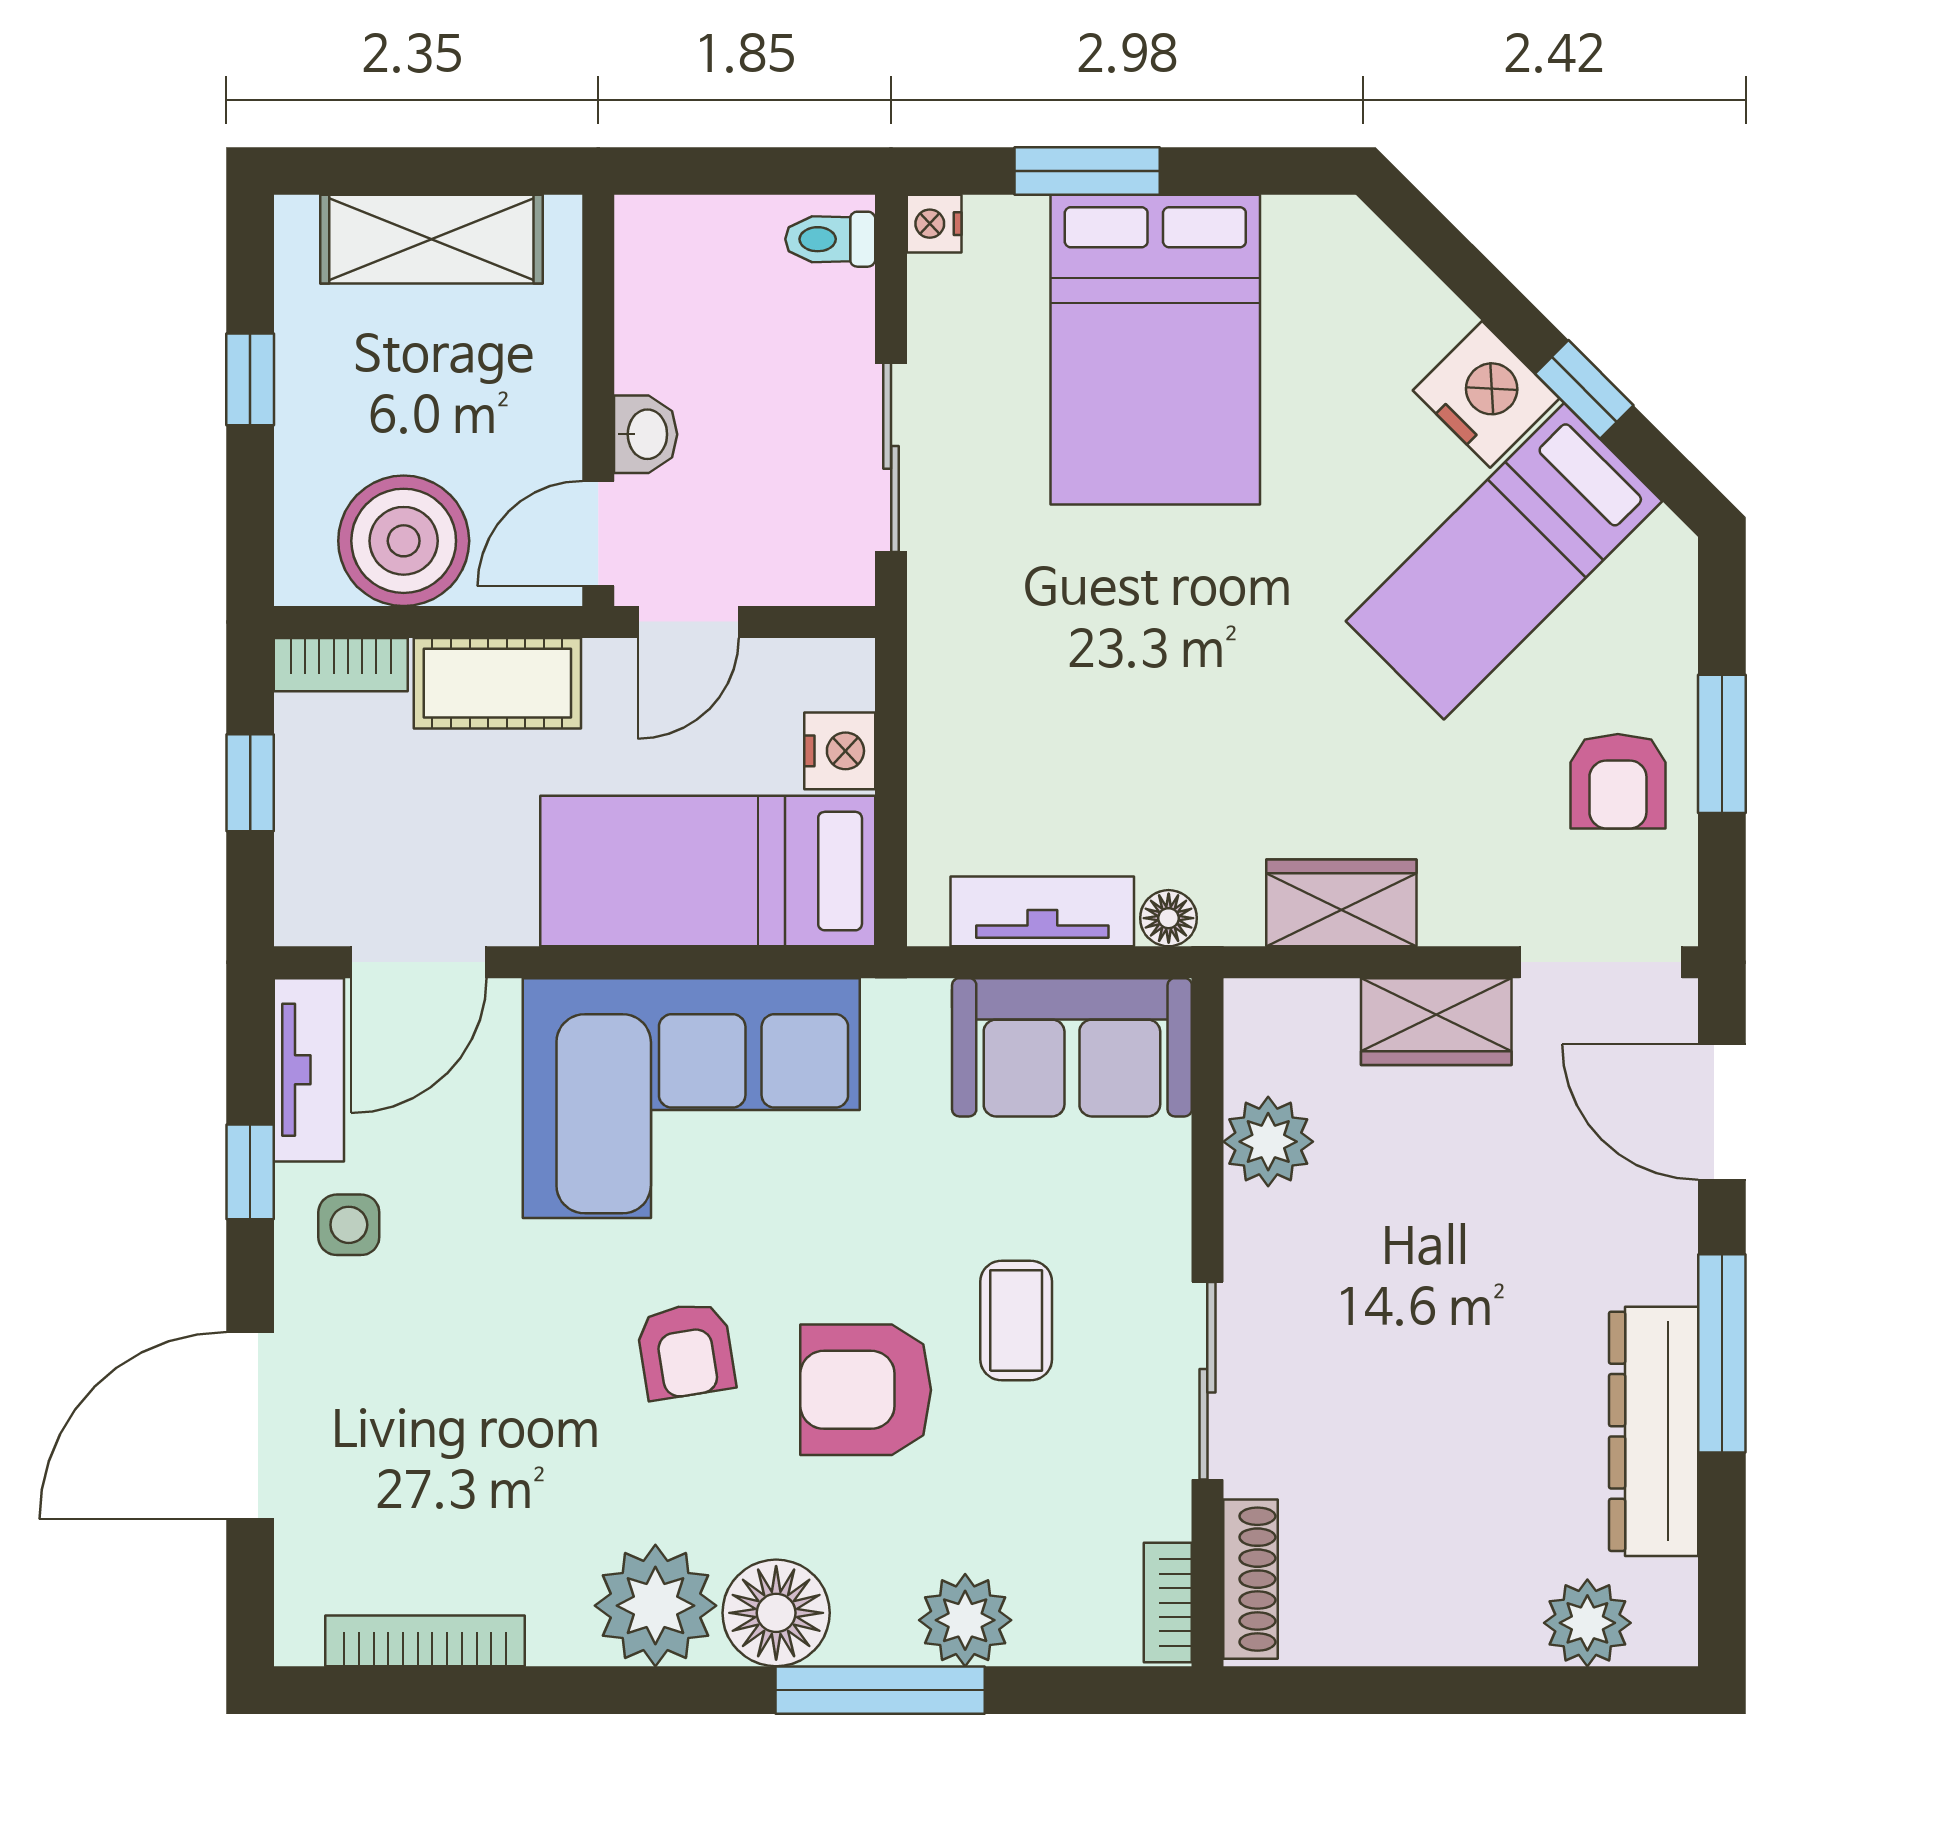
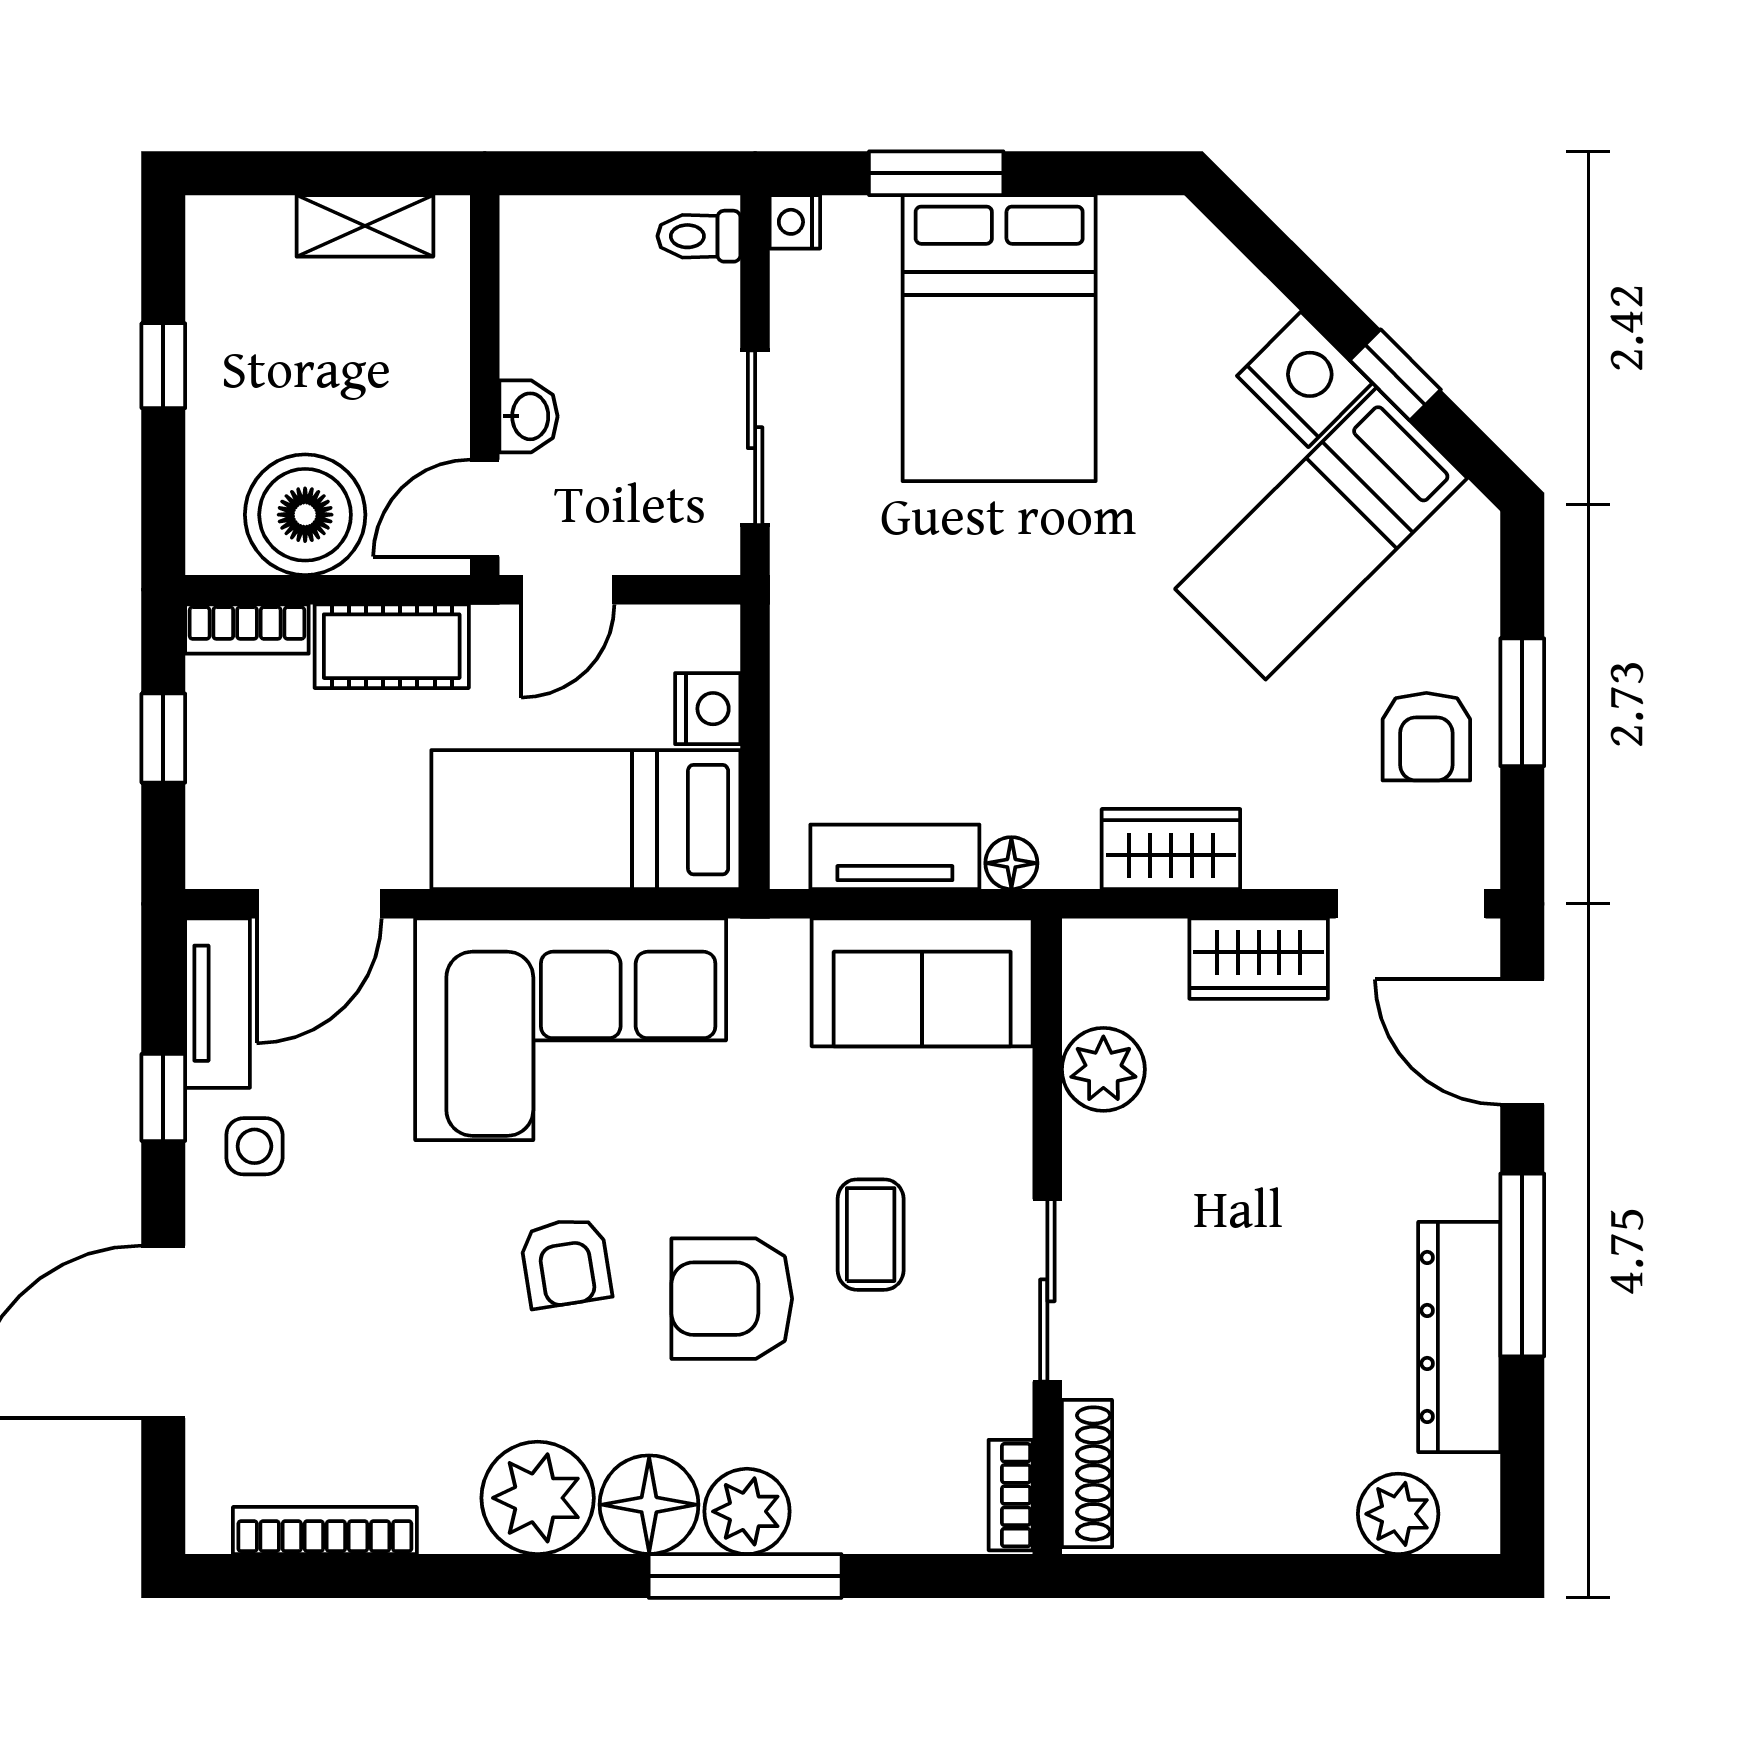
shelving: (431, 239) -> (365, 226), width x0.67, depth x0.75
plant: (965, 1620) -> (747, 1511), moved

